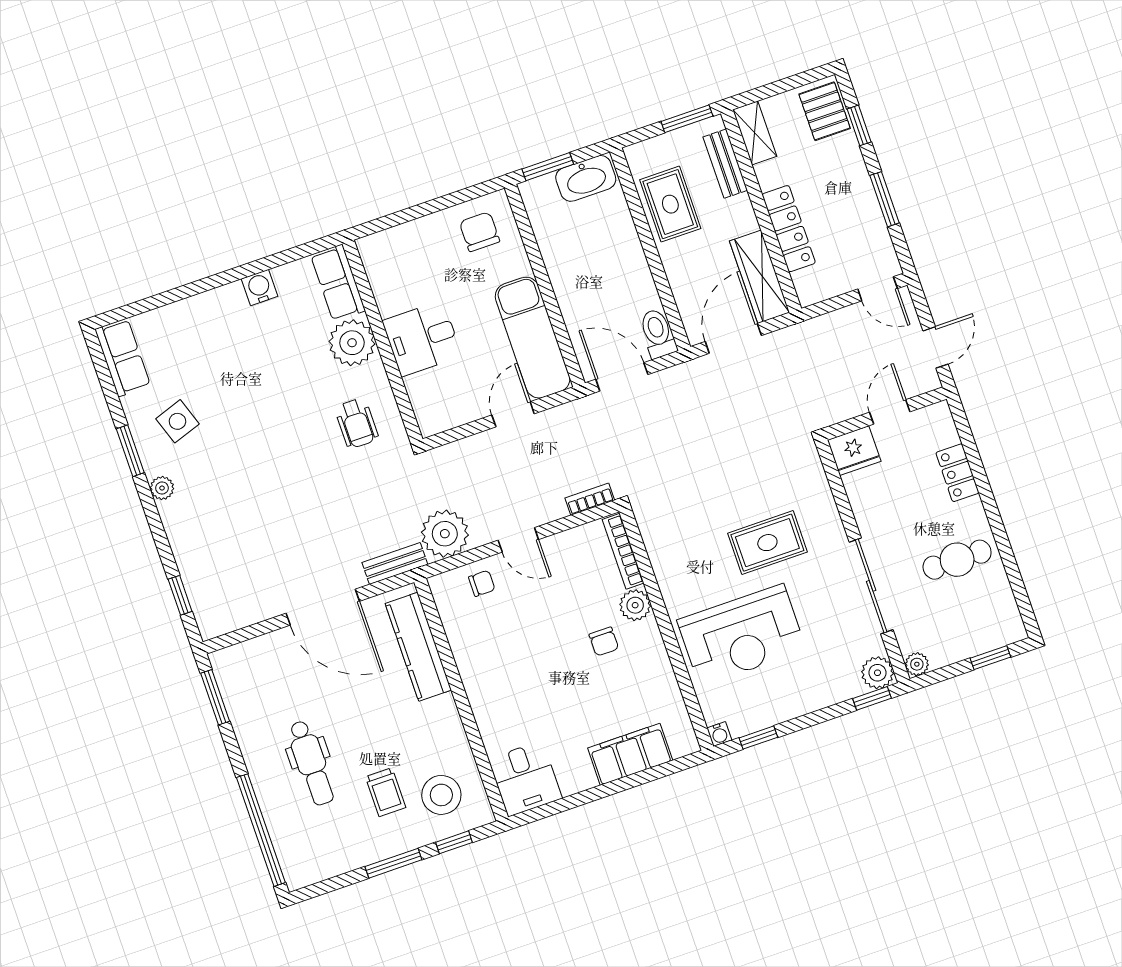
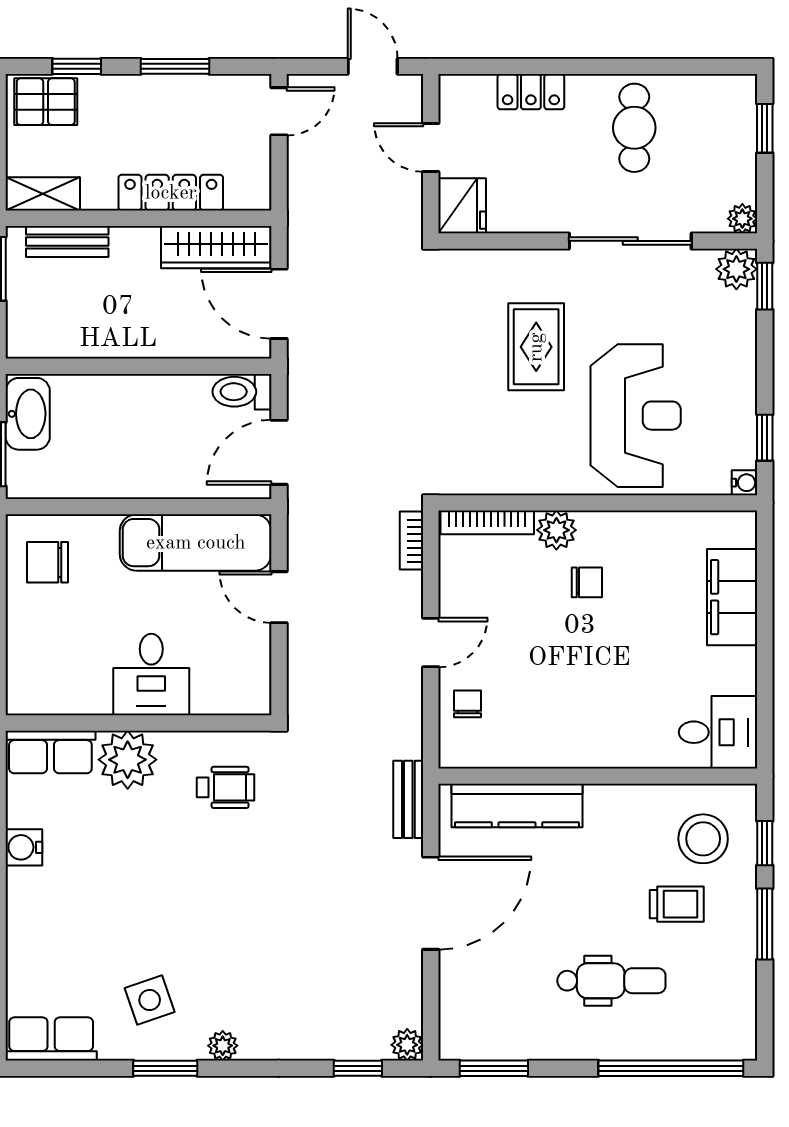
rug: (670, 204) -> (93, 324), removed
plant: (445, 534) -> (407, 1045), moved, width x0.53, depth x0.53

